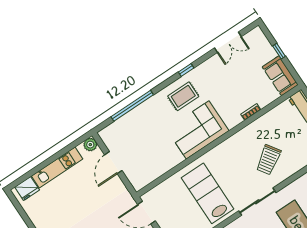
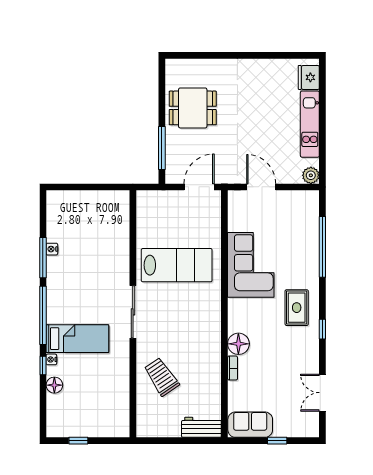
floor lamp: (232, 119) -> (238, 344), added
corner sofa: (198, 130) -> (251, 265), moved
trolley: (268, 160) -> (161, 377), moved
door: (113, 163) -> (261, 187), moved

